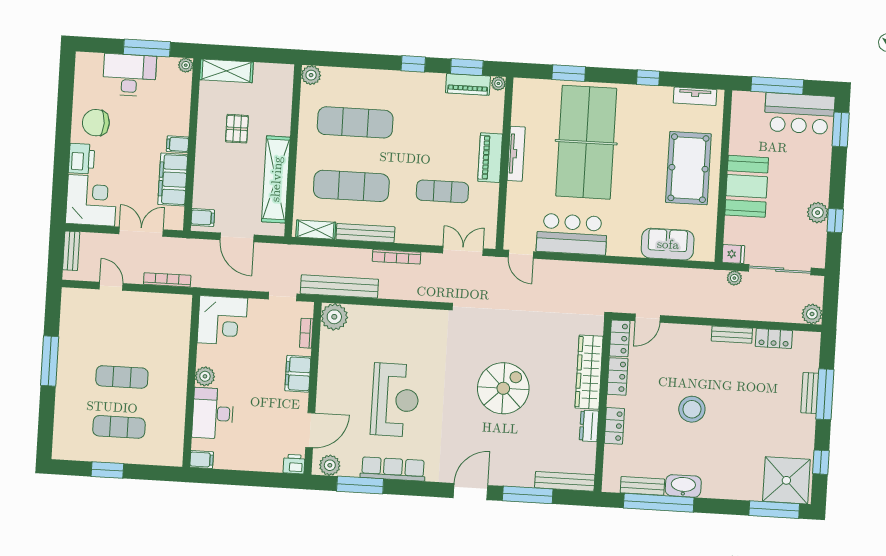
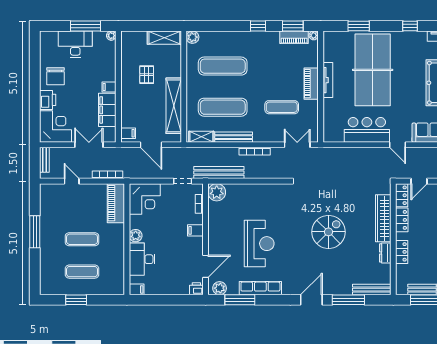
shelving: (226, 71) -> (164, 38), moved
chair: (96, 123) -> (55, 76), turned -90
door: (521, 254) -> (398, 145), moved
piano: (178, 324) -> (116, 203), added
filing cabinet: (298, 374) -> (195, 230), width x0.50

